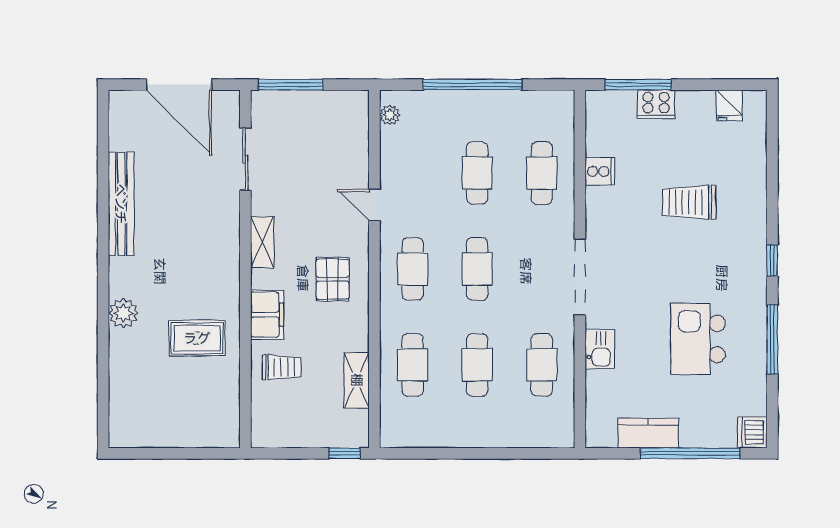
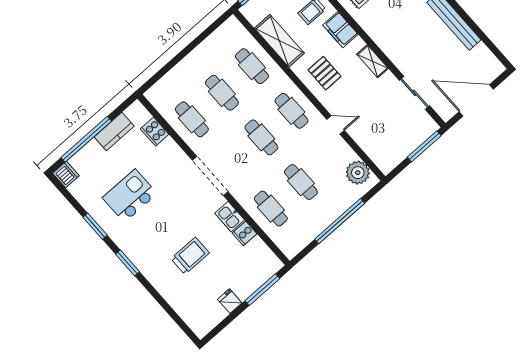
cooker: (656, 104) -> (155, 132), moved, turned -90
fridge: (729, 105) -> (230, 301), moved
plant: (390, 115) -> (358, 173), width x1.88, depth x1.88
window: (772, 261) -> (127, 263), width x1.50
kitchen island: (698, 339) -> (130, 196), turned -90
window: (772, 339) -> (95, 226), width x0.69
kitchen sink: (600, 349) -> (230, 217), moved
shelving: (357, 380) -> (279, 41), width x1.50, depth x1.33

